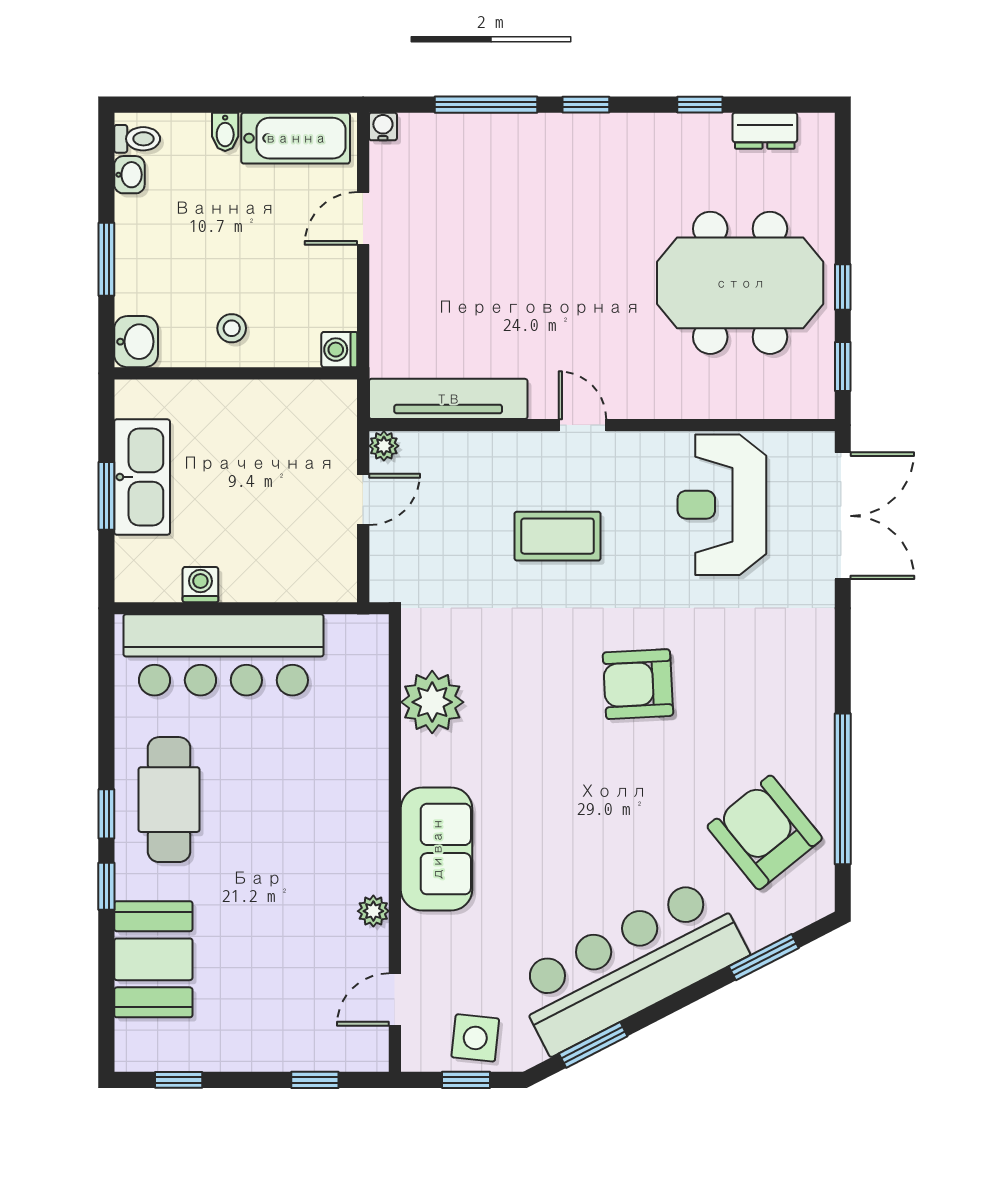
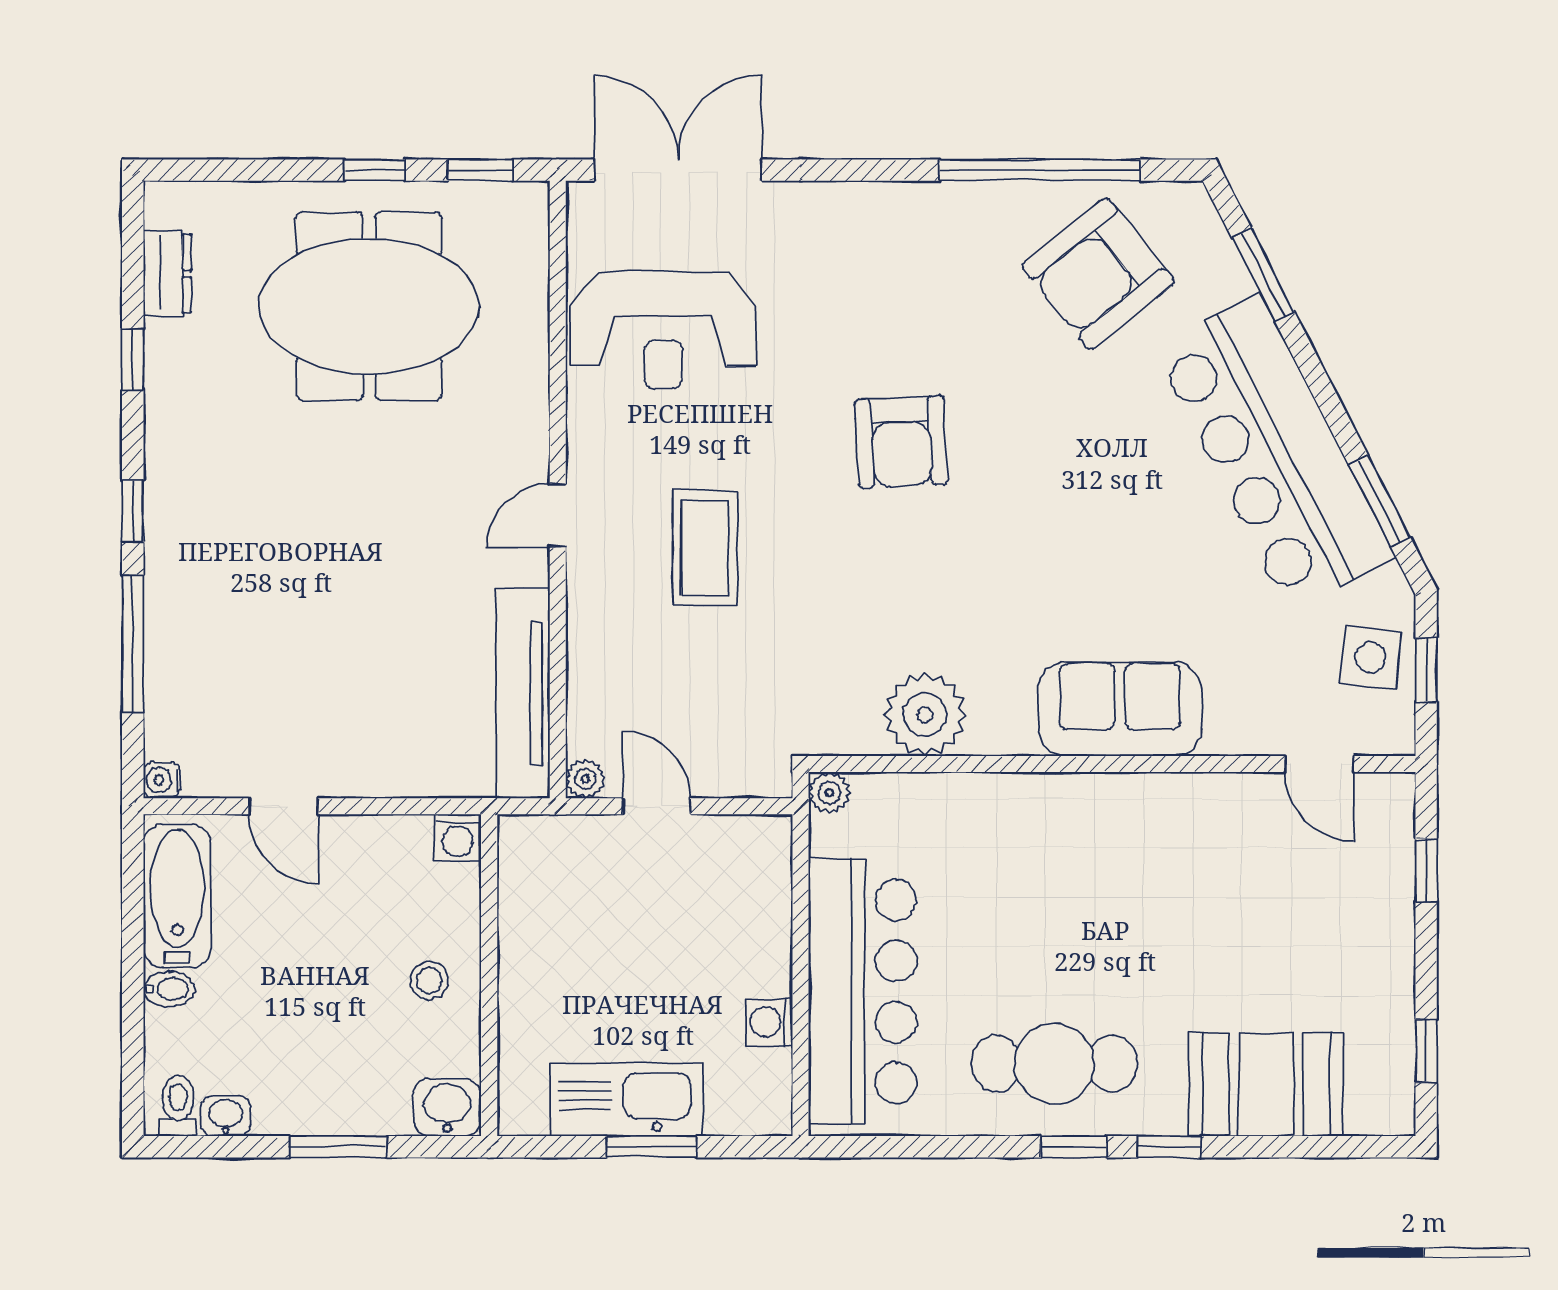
meeting table: (740, 283) -> (369, 306), turned 90
plant: (373, 911) -> (829, 793), moved

